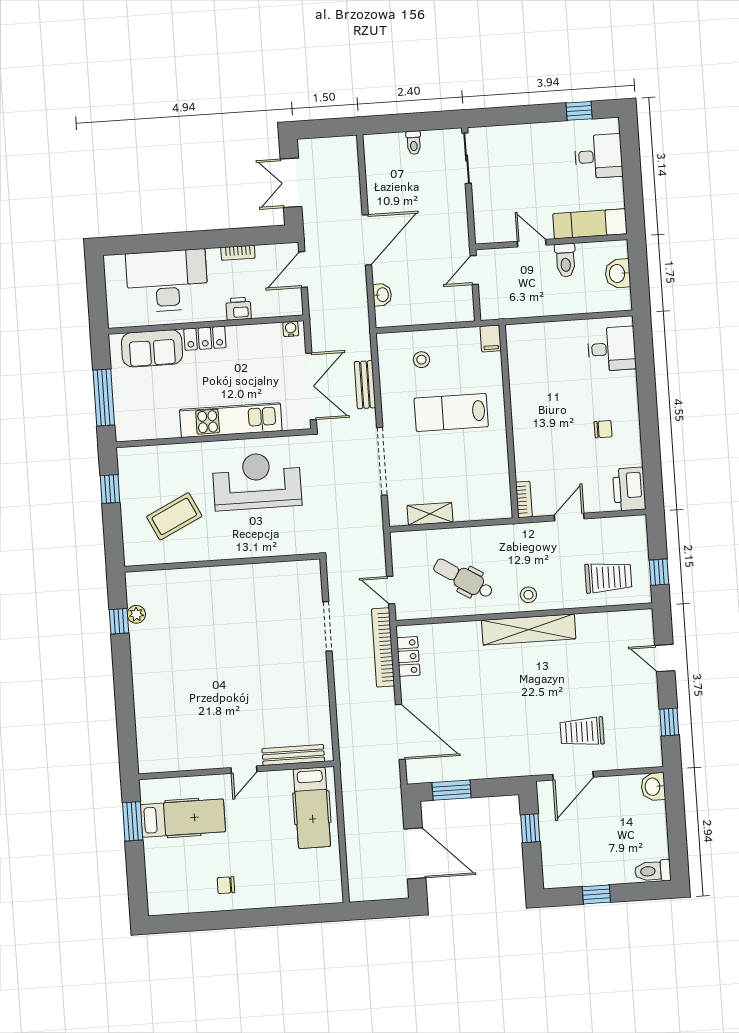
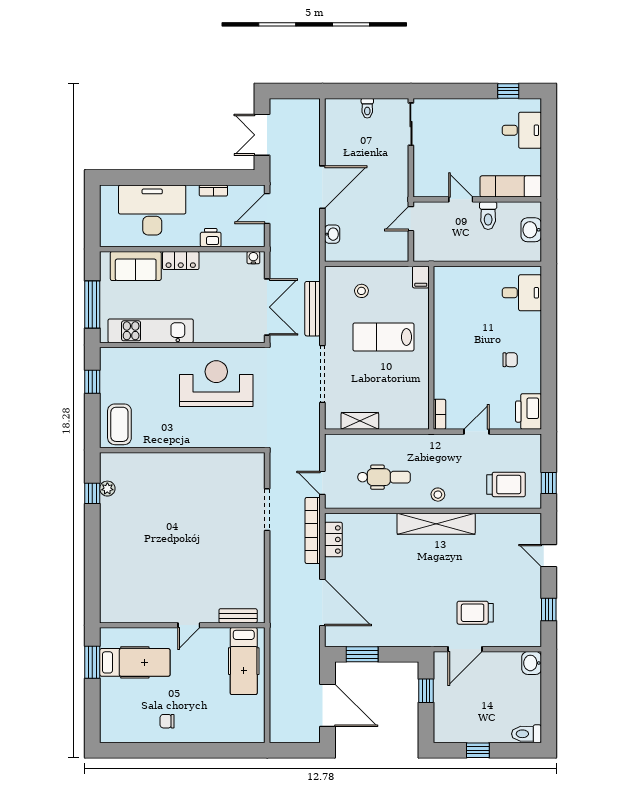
bench: (365, 385) -> (313, 309), width x1.36
kitchen unit: (231, 420) -> (151, 331), moved
coffee table: (174, 516) -> (119, 424), moved, turned -64
dental chair: (463, 578) -> (384, 477), turned 148
bench: (293, 755) -> (238, 616), width x0.73

